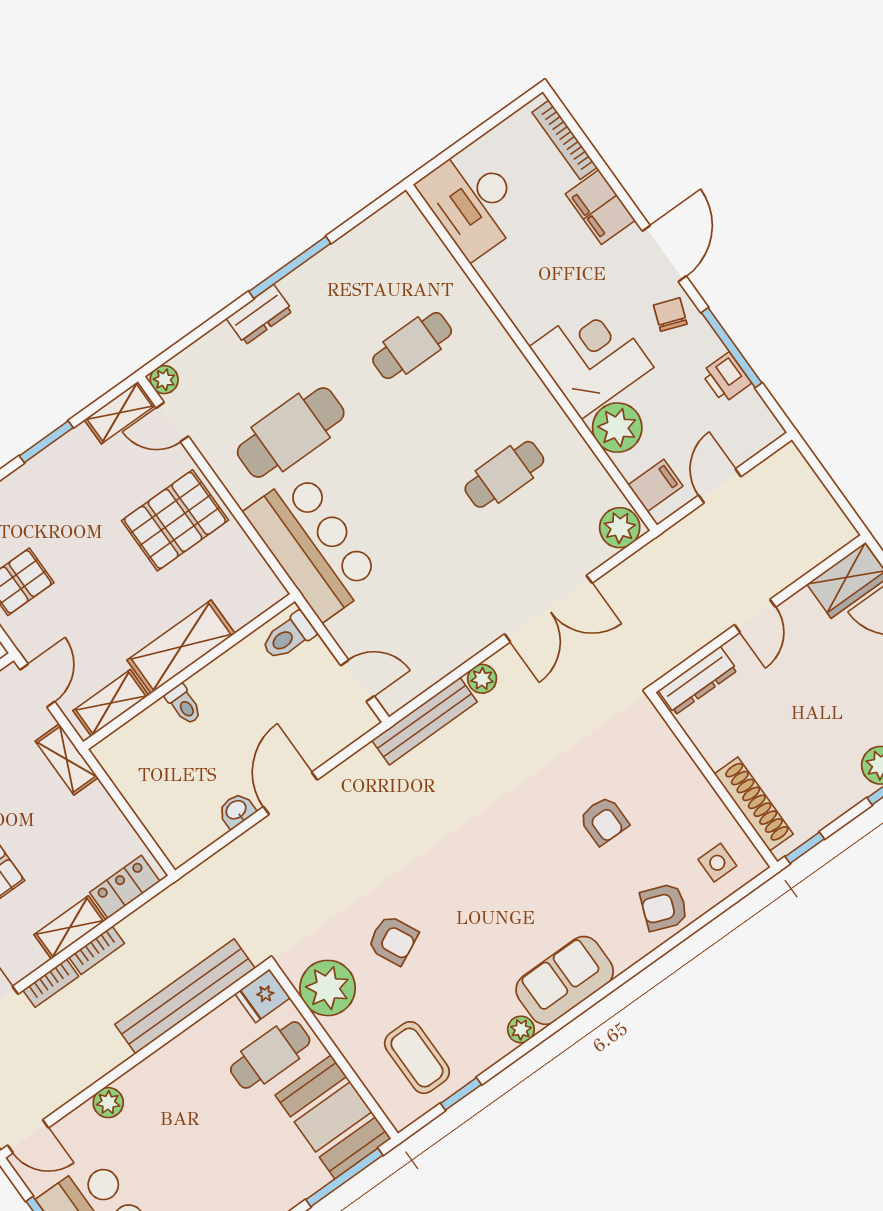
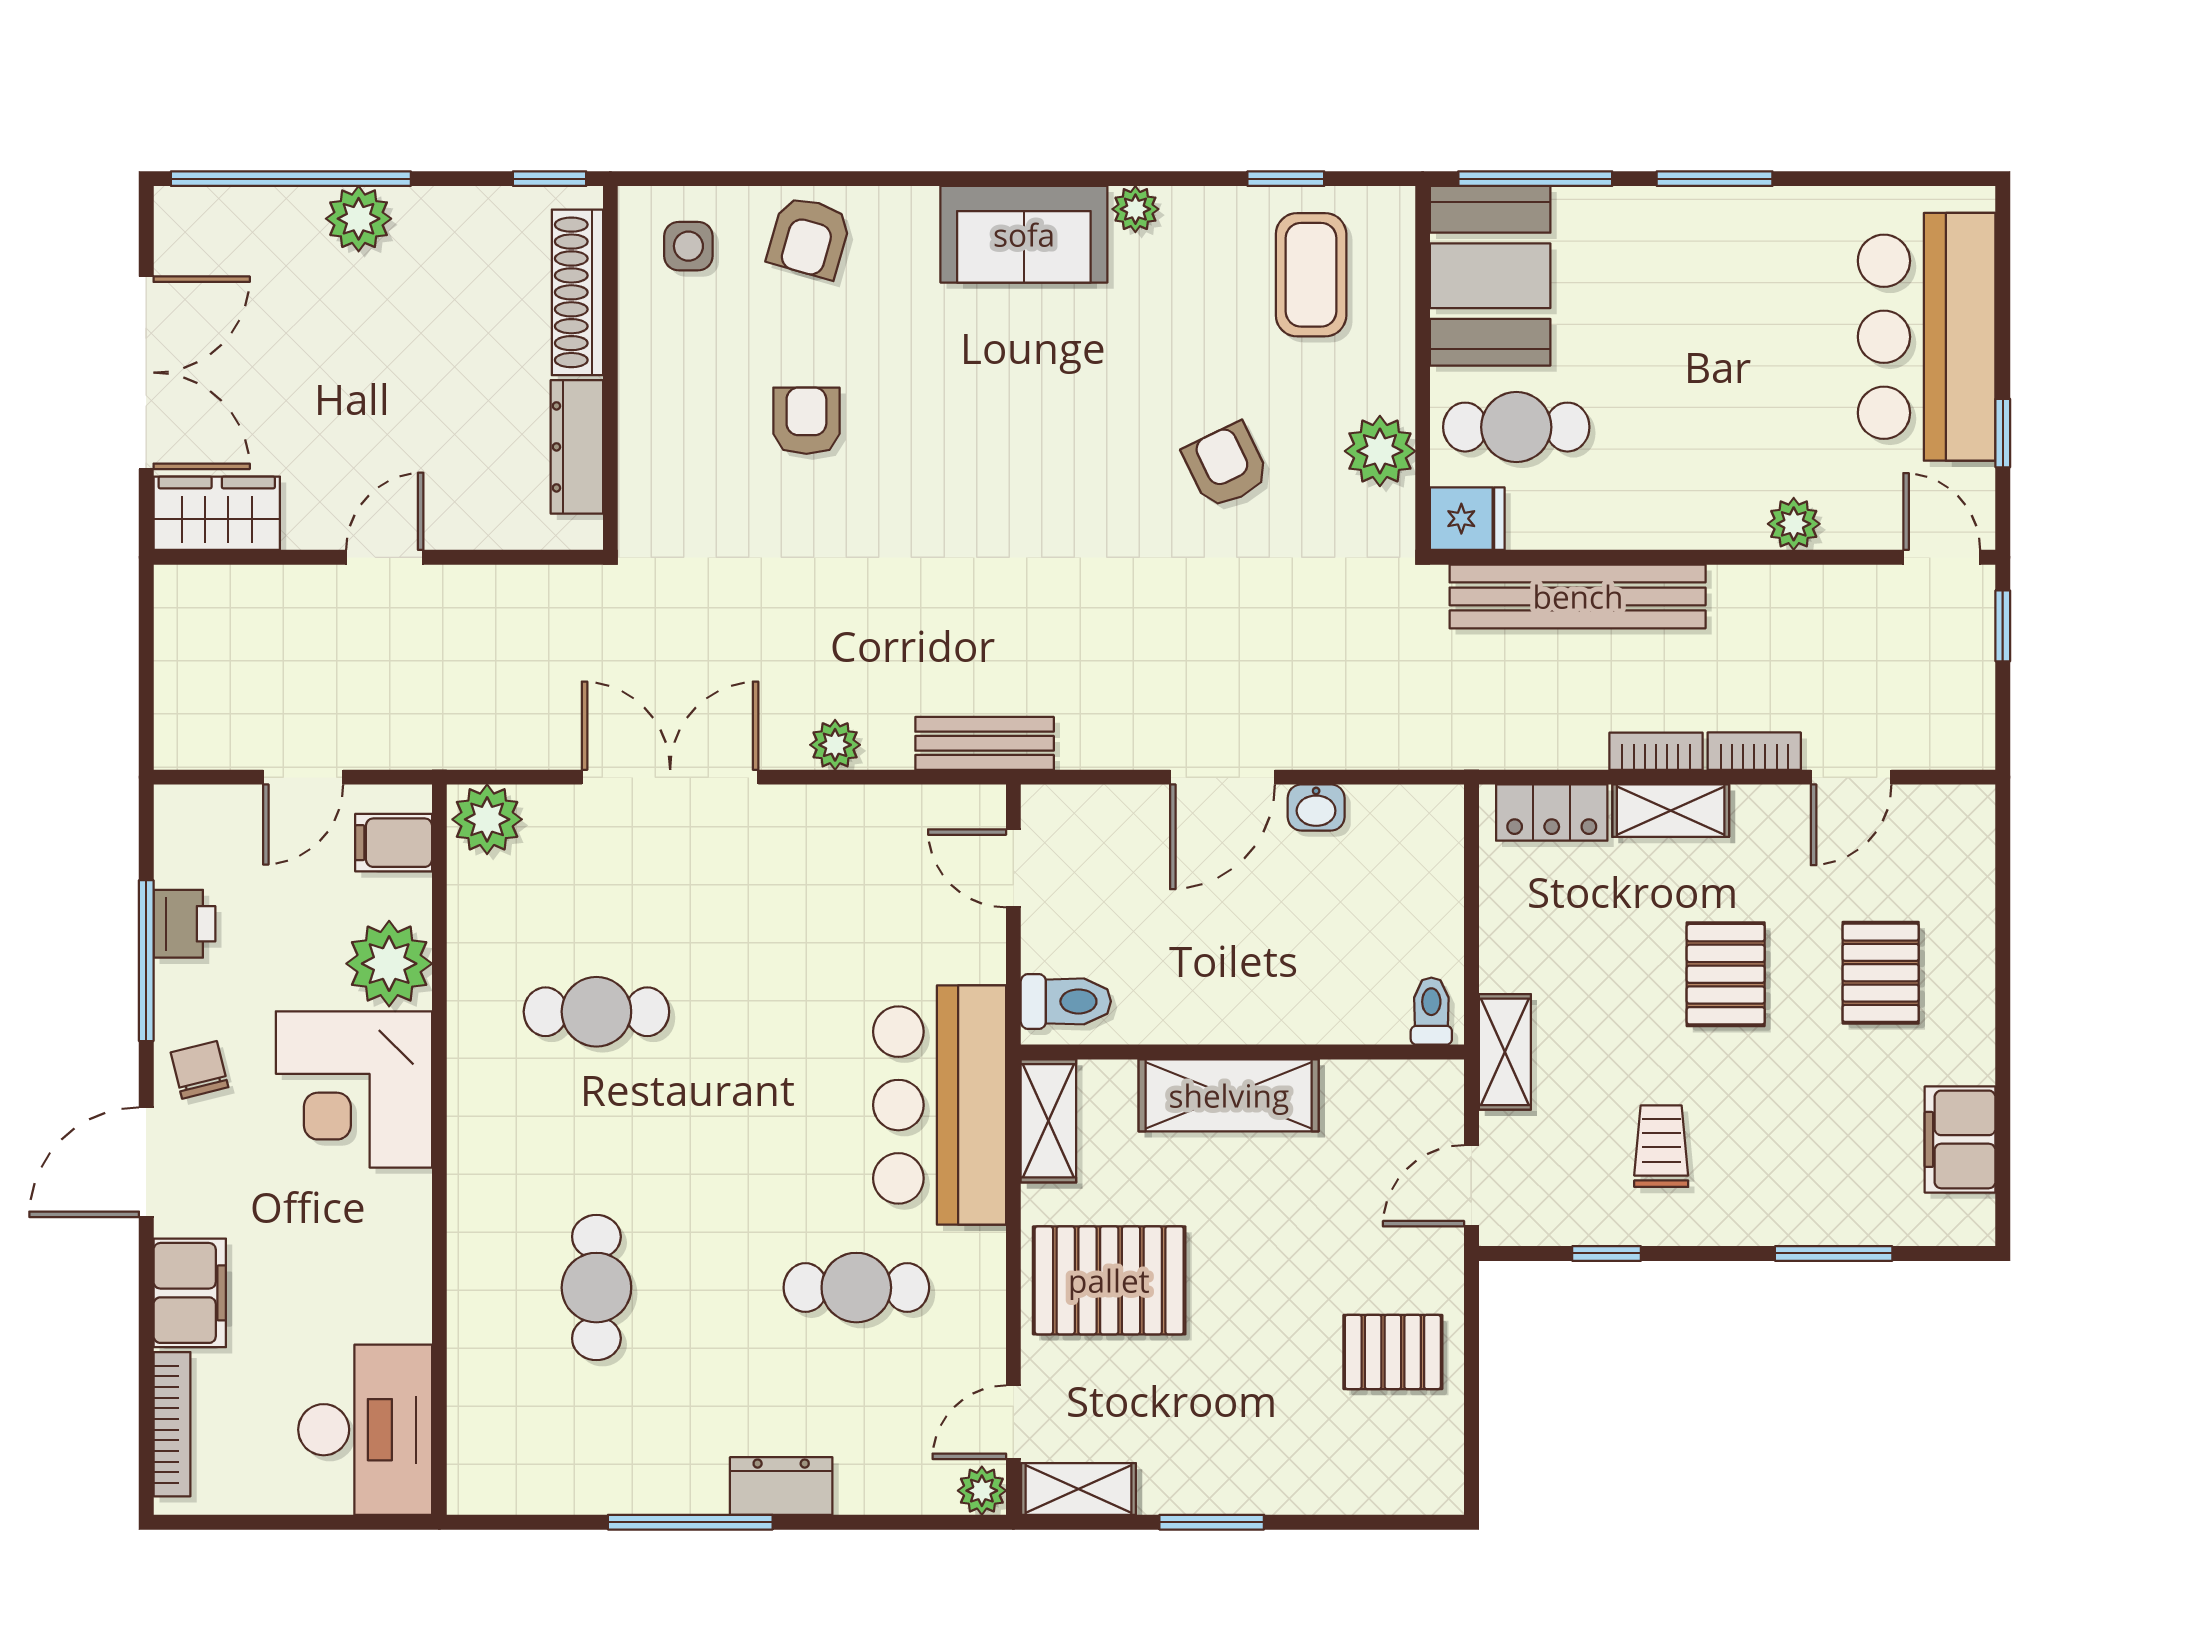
chair: (670, 315) -> (199, 1070), turned 146
cafe table: (412, 346) -> (596, 1288), turned 90
door: (172, 422) -> (1013, 1422), swing flipped
cafe table: (291, 432) -> (856, 1288), width x0.73, depth x0.74
dresser: (698, 681) -> (577, 447), moved, turned -90
shelving: (111, 703) -> (1048, 1121), moved, turned 90
toilet: (184, 704) -> (1431, 1011), moved
bench: (425, 721) -> (985, 743), width x0.73
armchair: (664, 907) -> (809, 237), turned 85
plant: (328, 988) -> (1380, 451), width x0.73, depth x0.73

